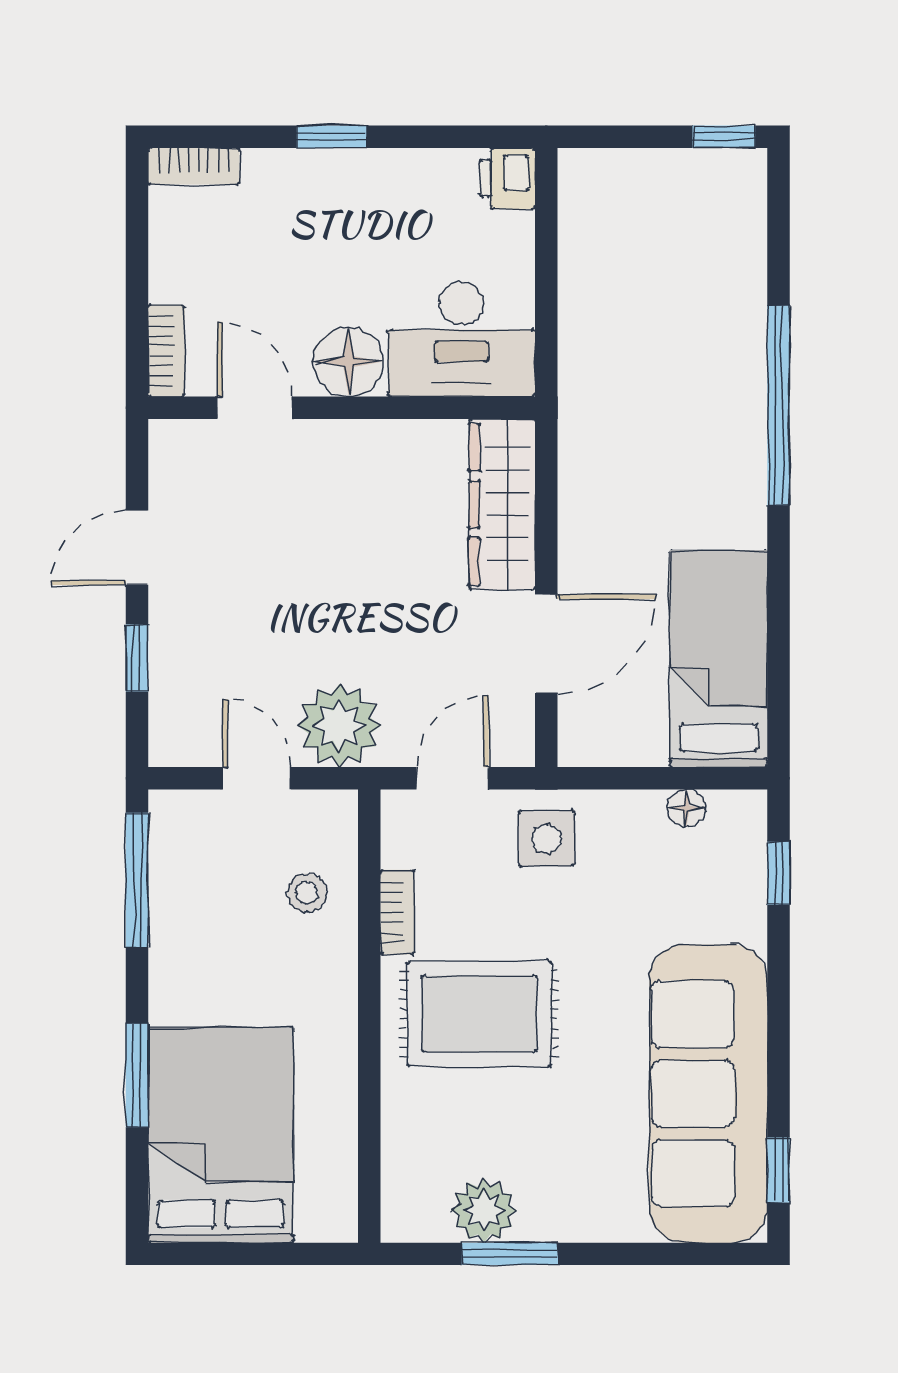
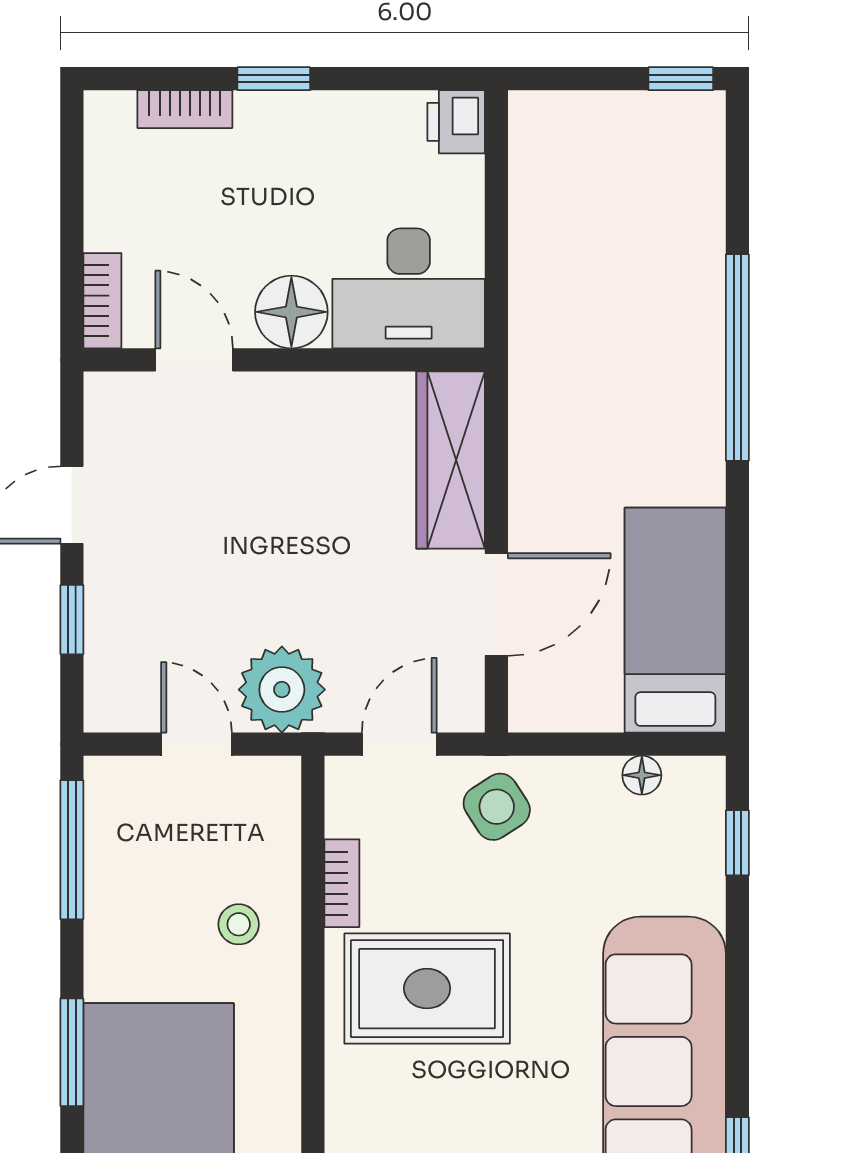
bookcase: (194, 166) -> (185, 109), moved
side table: (546, 839) -> (497, 807), turned -33
stool: (307, 893) -> (239, 924), moved

